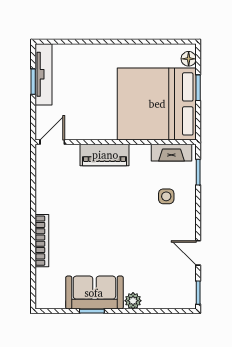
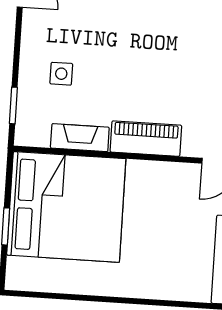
floor lamp: (189, 59) -> (16, 269), removed
fireplace: (171, 153) -> (80, 138), moved

